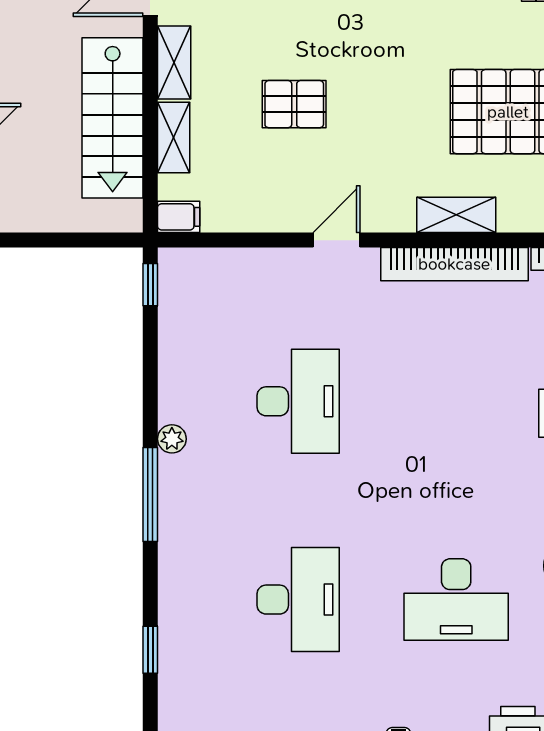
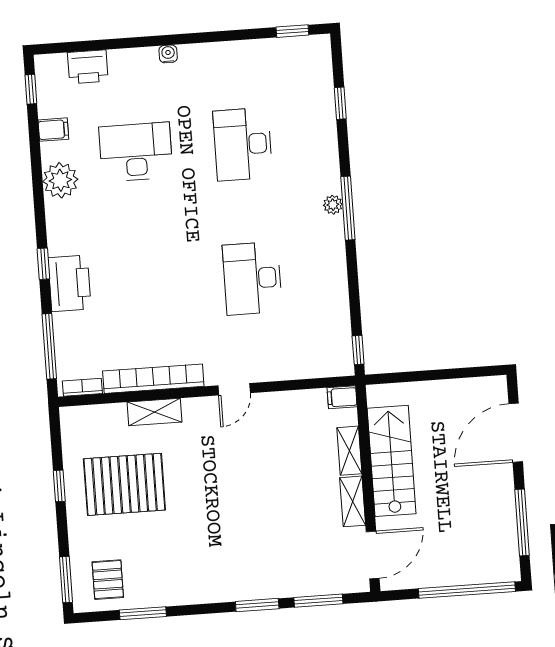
pallet: (294, 104) -> (269, 479), removed
plant: (172, 439) -> (333, 205), moved

